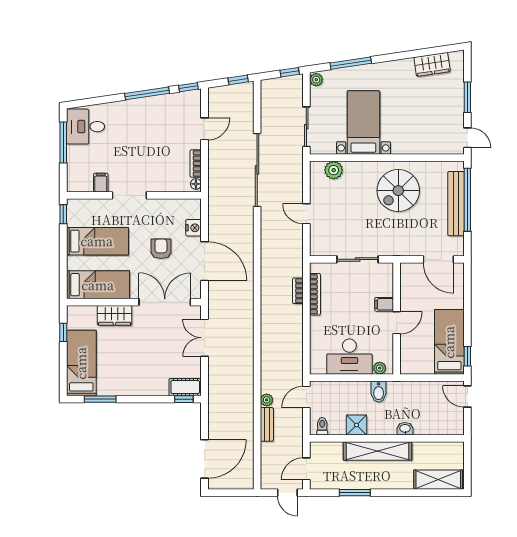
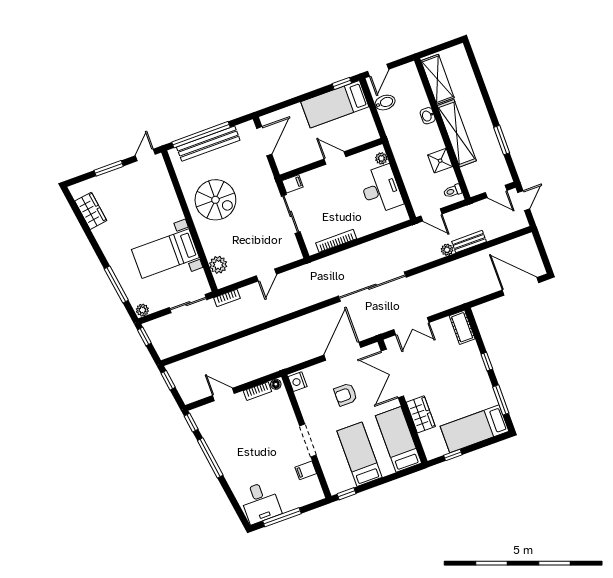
sliding door: (257, 170) -> (372, 287), moved
nightstand: (194, 228) -> (298, 382), moved, turned -90
bookcase: (298, 291) -> (227, 298), moved
filing cabinet: (384, 304) -> (293, 184), moved, turned -90
bidet: (379, 392) -> (385, 103), moved
window: (184, 399) -> (487, 362), moved
shelving: (438, 480) -> (438, 79), moved

